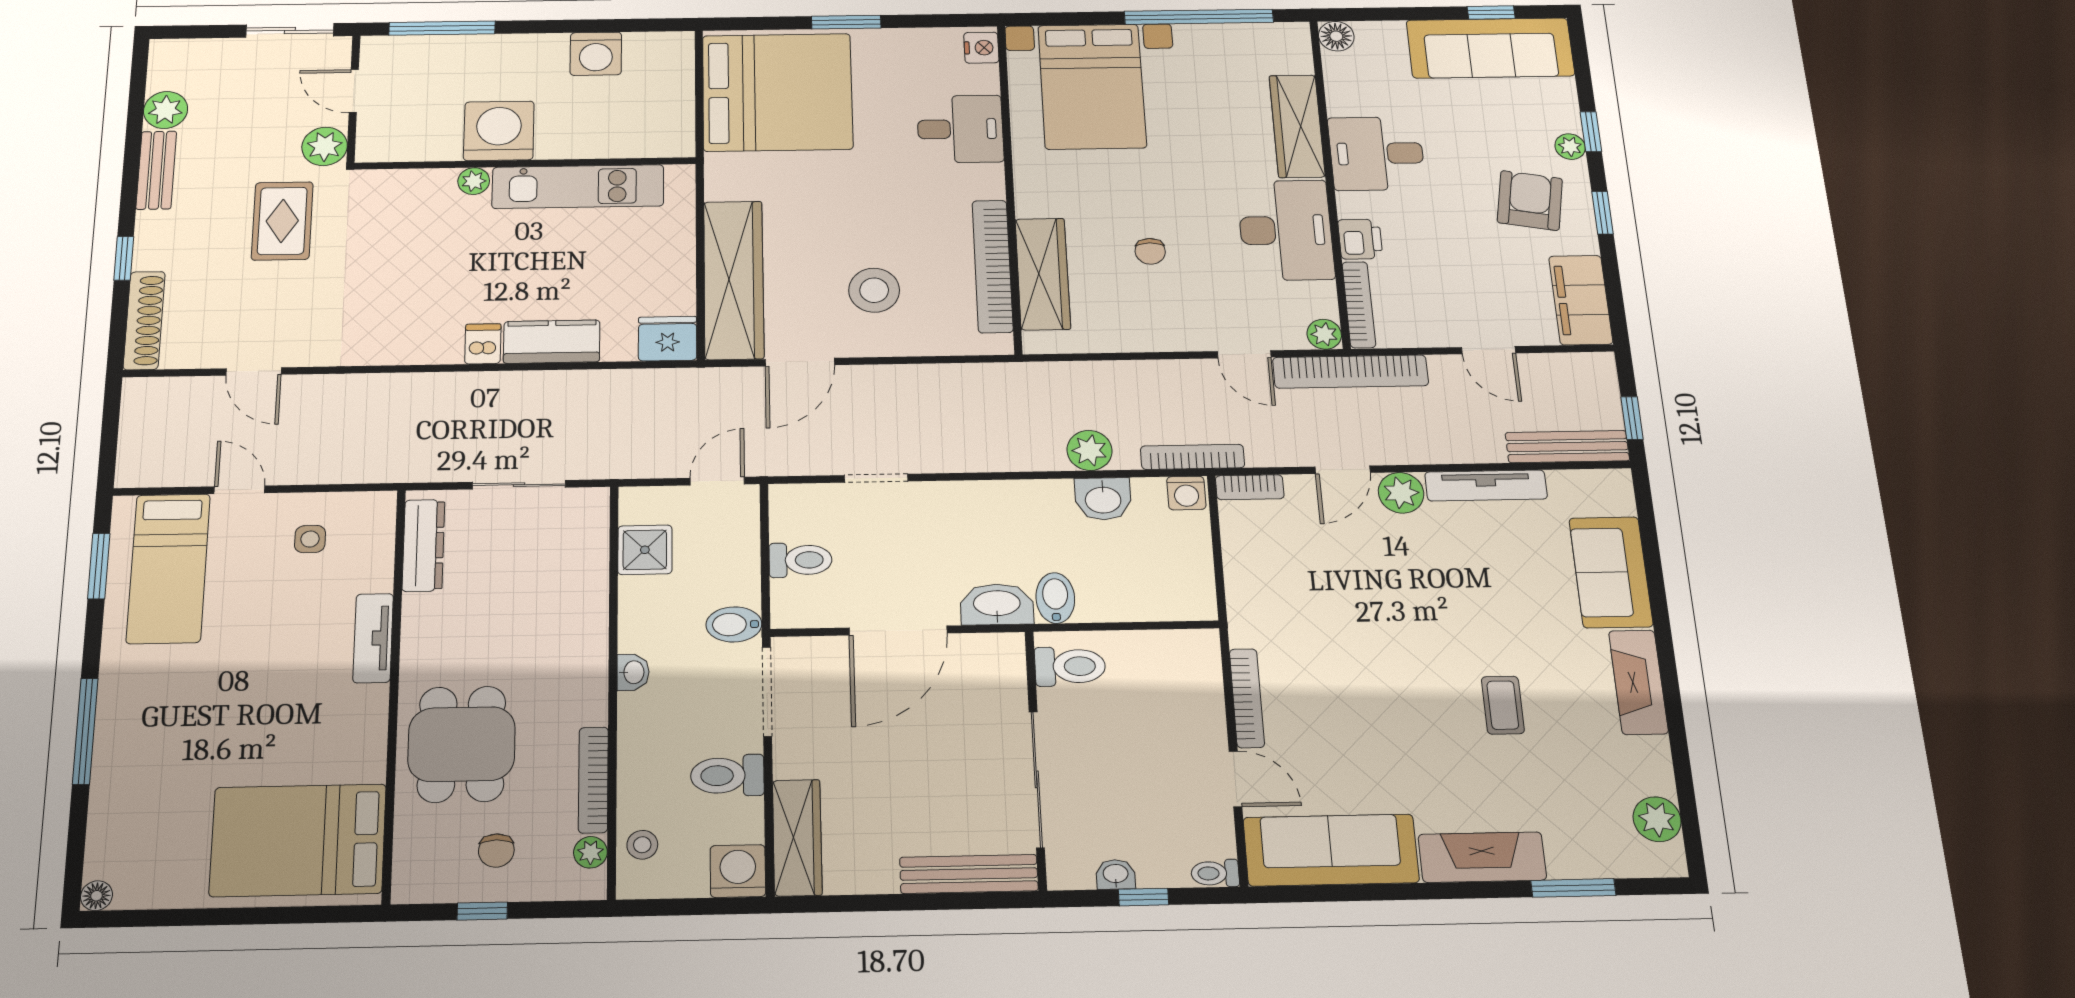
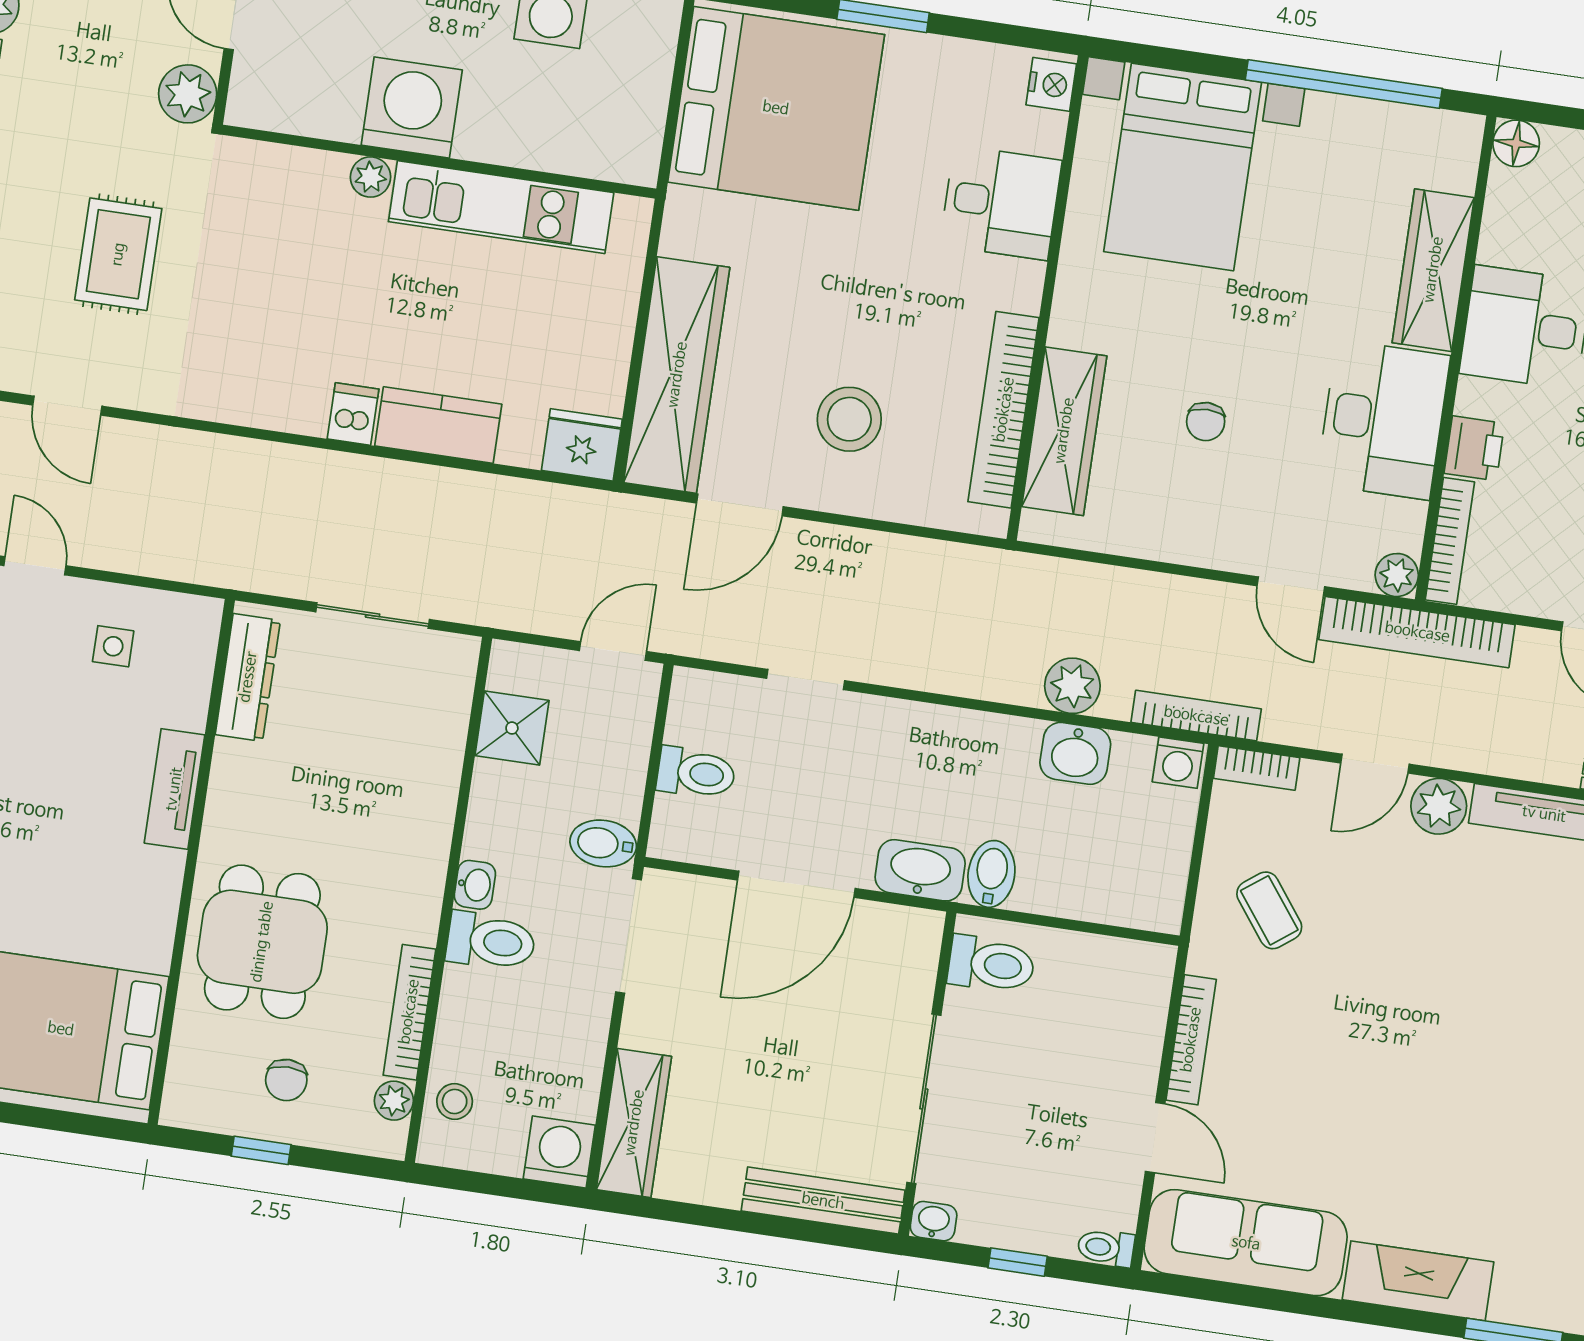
rug: (282, 221) -> (118, 254), moved
coffee table: (1503, 705) -> (1269, 910), moved, turned -37
toilet: (727, 775) -> (491, 941), moved, turned 180
washbasin: (1116, 874) -> (934, 1221), moved

